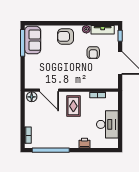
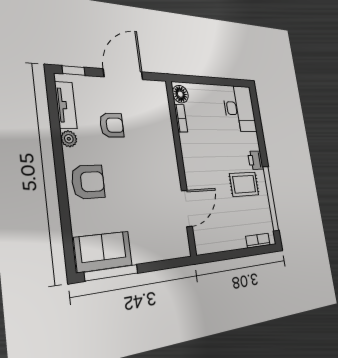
armchair: (66, 36) -> (88, 182), turned -90
floor lamp: (32, 97) -> (180, 94), moved
rug: (73, 106) -> (244, 184), moved
desk: (107, 124) -> (239, 108), moved, turned 90
printer: (84, 143) -> (255, 160), moved

